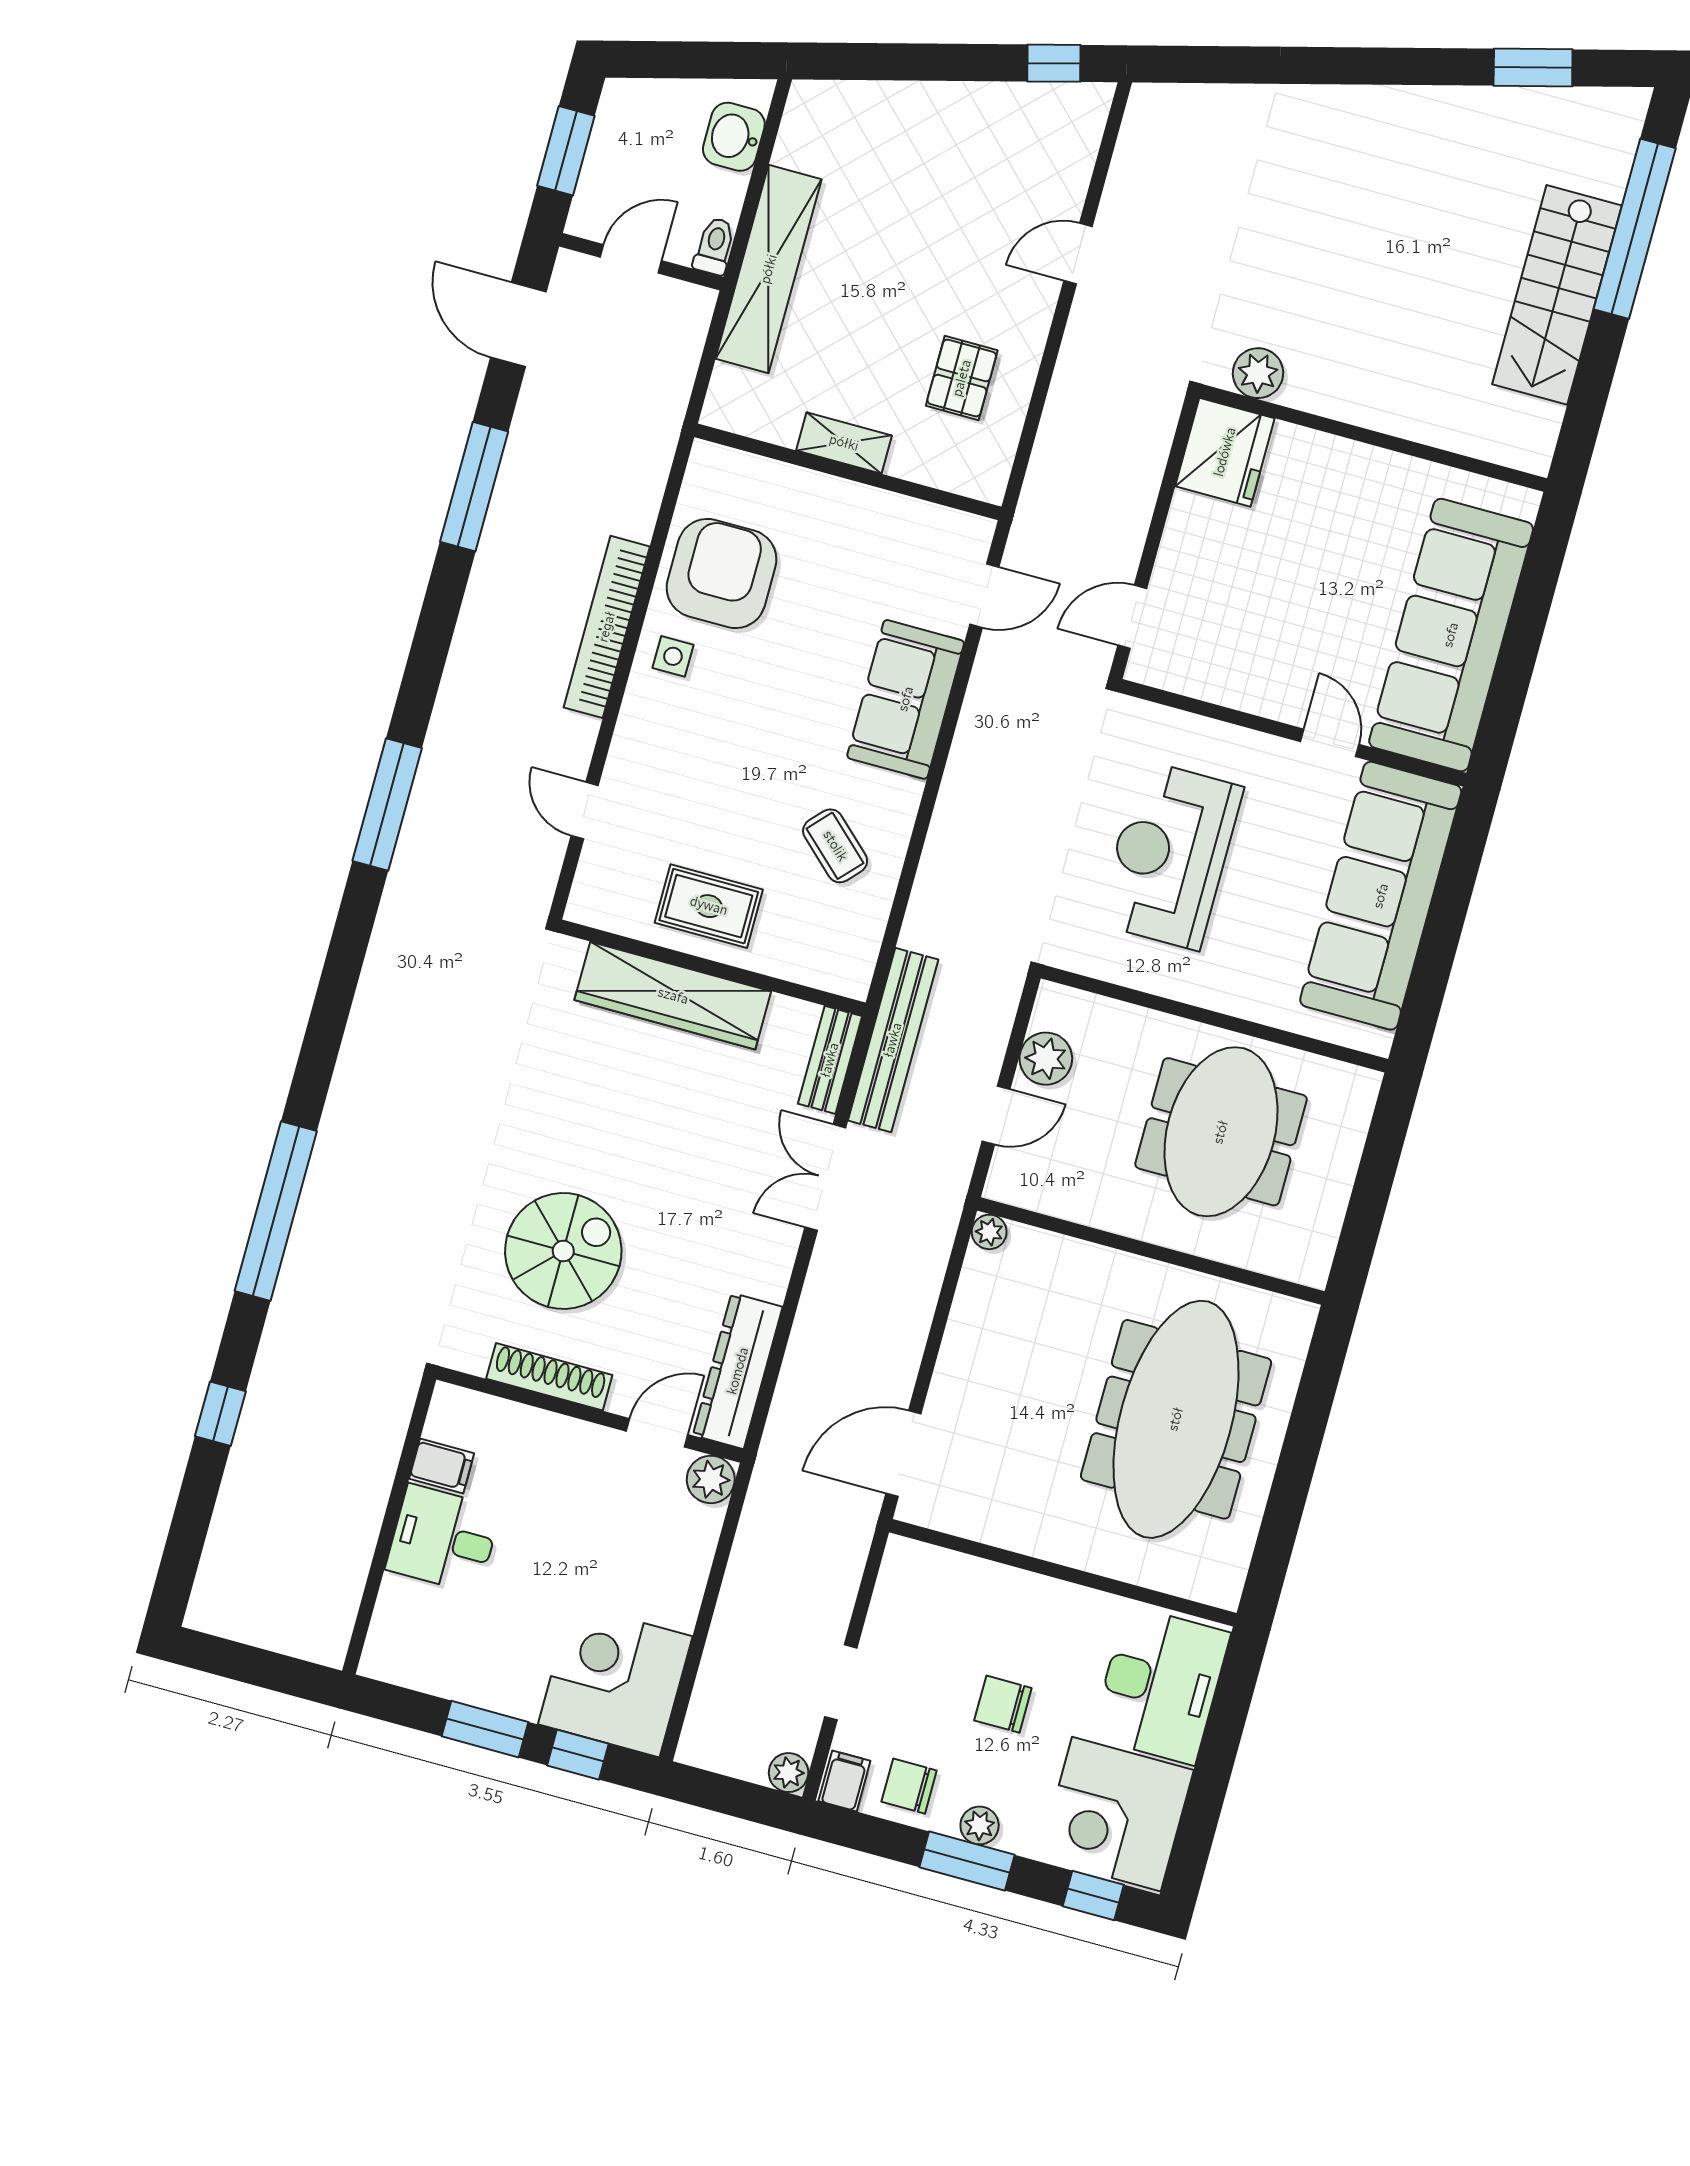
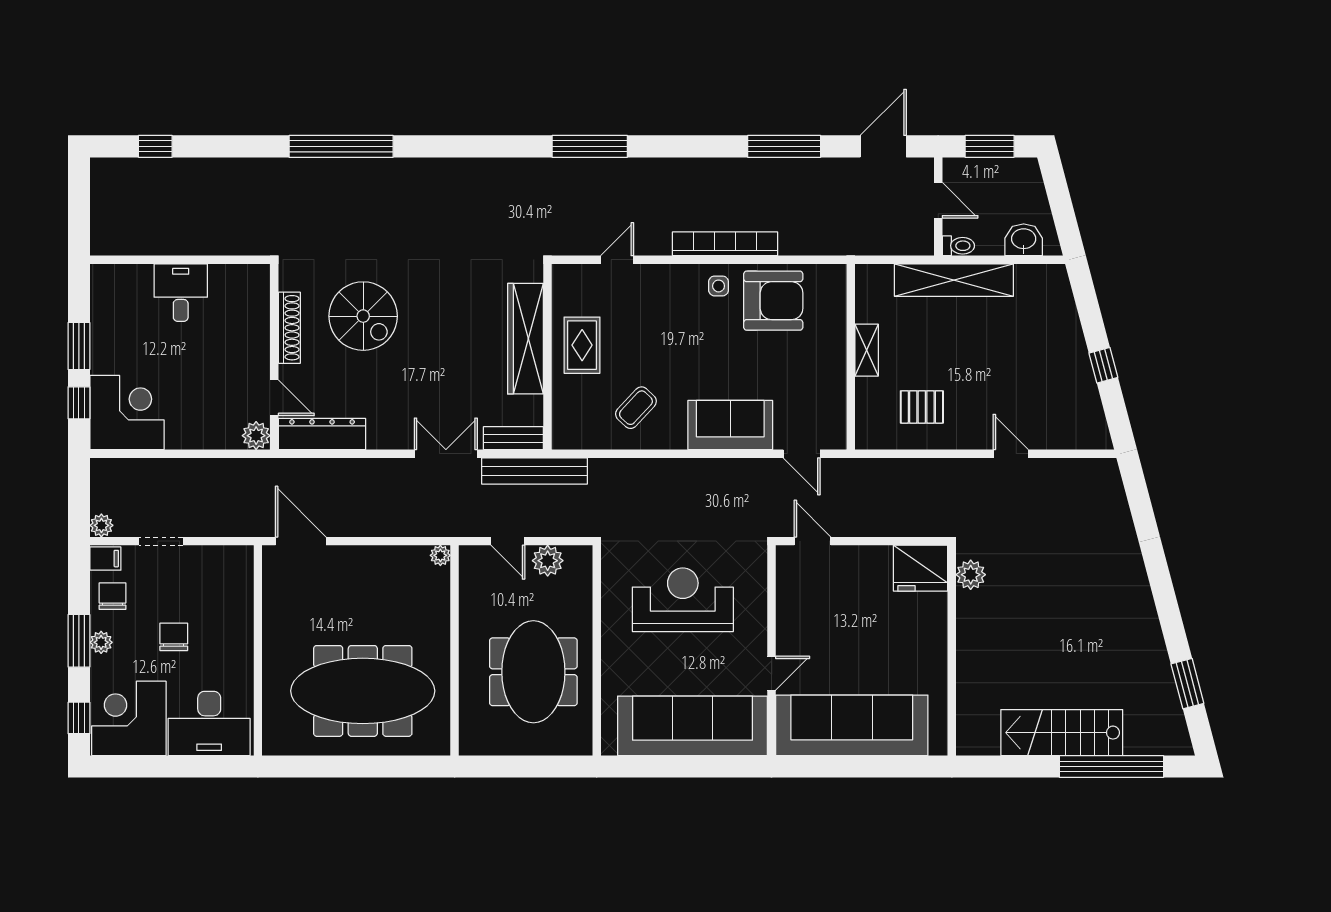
window: (1054, 63) -> (1103, 365), moved
meeting table: (1221, 1132) -> (533, 672), turned 90
window: (220, 1414) -> (155, 146), moved
filing cabinet: (442, 1466) -> (222, 280), removed

